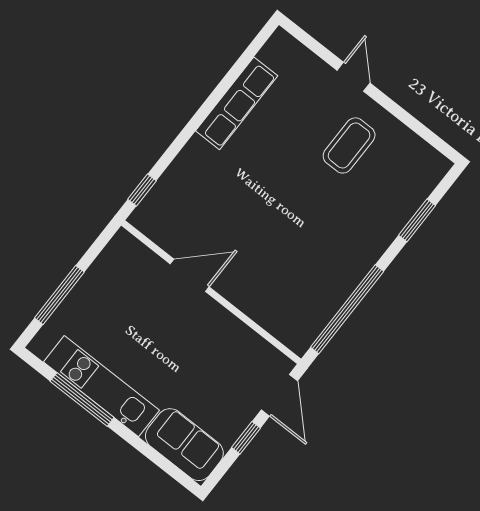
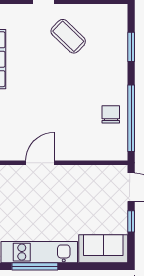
coffee table: (349, 145) -> (68, 36), turned -46
chair: (325, 285) -> (111, 114), added

